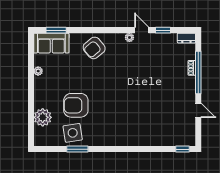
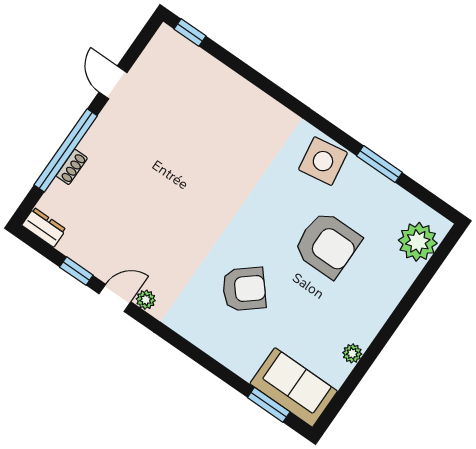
door: (142, 30) -> (115, 298), swing flipped
armchair: (94, 48) -> (244, 289), moved
plant: (43, 117) -> (418, 242), moved
side table: (73, 133) -> (323, 161), moved

